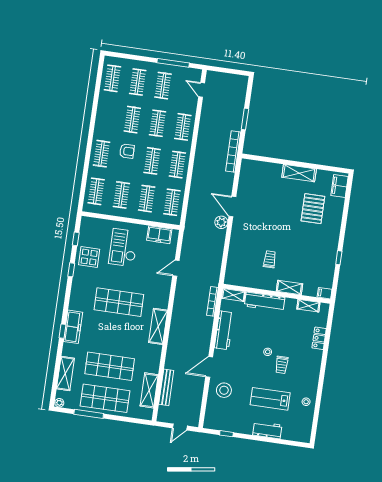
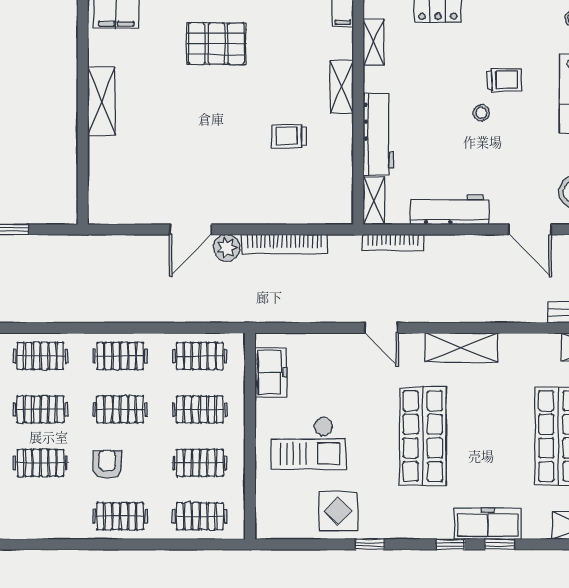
bookcase: (233, 152) -> (285, 244), moved
pallet: (313, 209) -> (216, 44), moved
window: (76, 239) -> (450, 544), moved
door: (176, 268) -> (382, 328), moved

